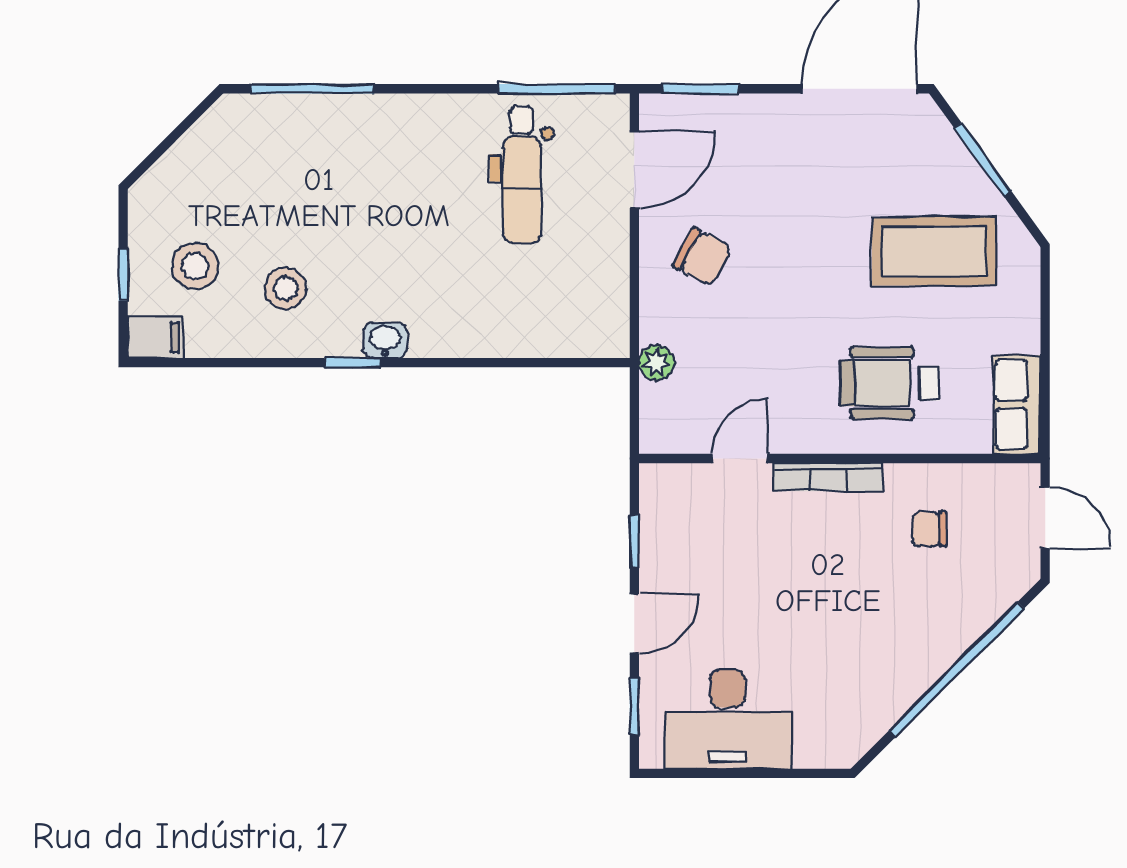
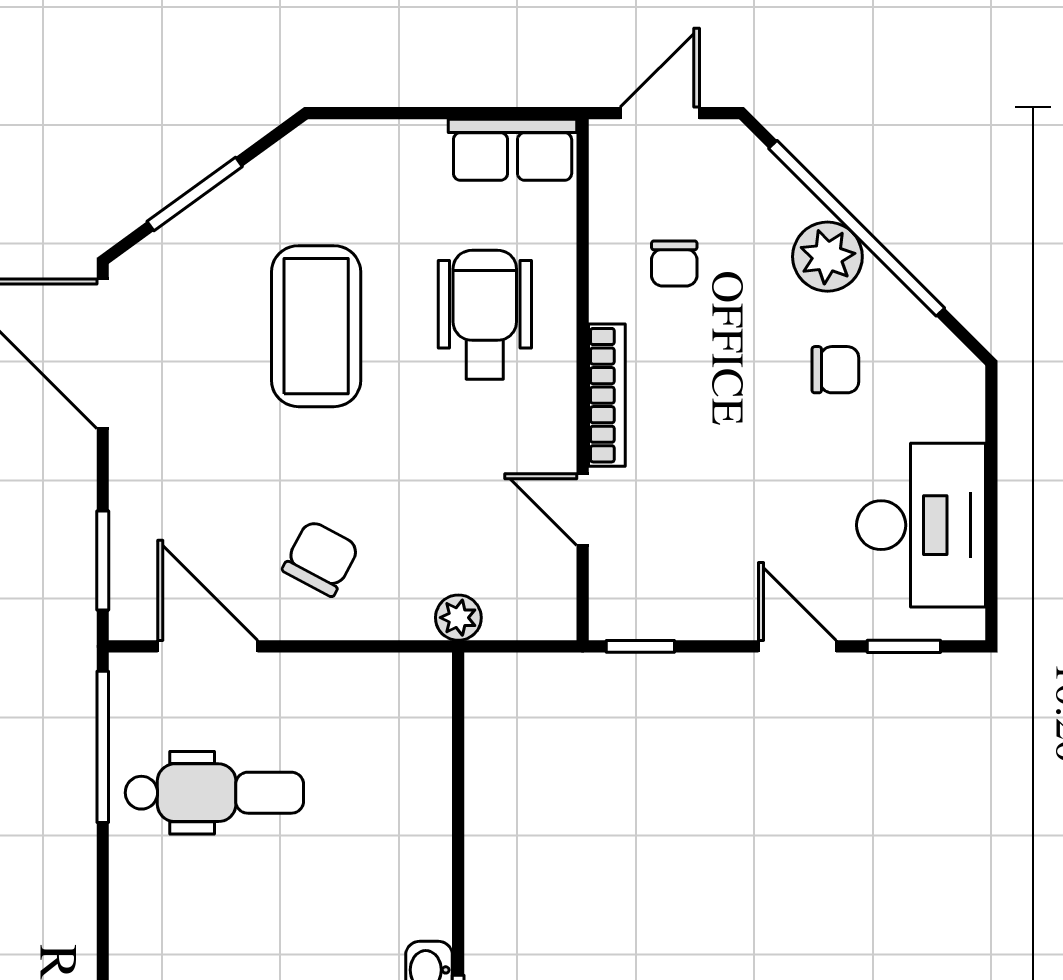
coffee table: (934, 251) -> (316, 326), moved
wheelchair: (890, 383) -> (485, 315), turned 180
window: (634, 541) -> (640, 646), moved
plant: (935, 647) -> (827, 257), added
chair: (847, 653) -> (835, 370), added

